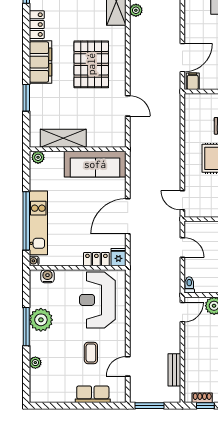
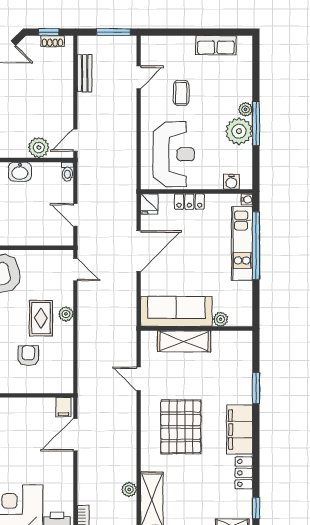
shelving: (63, 138) -> (184, 341), moved
plant: (38, 157) -> (221, 319), moved
plant: (190, 162) -> (66, 314), added
locker: (96, 259) -> (189, 202), moved
plant: (35, 363) -> (246, 109), moved
row of seats: (93, 394) -> (216, 45), moved

